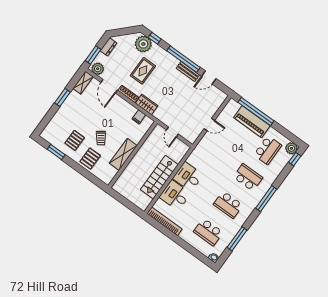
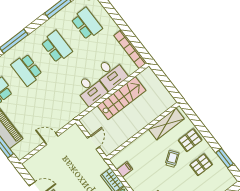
shelving: (123, 154) -> (166, 124), moved

